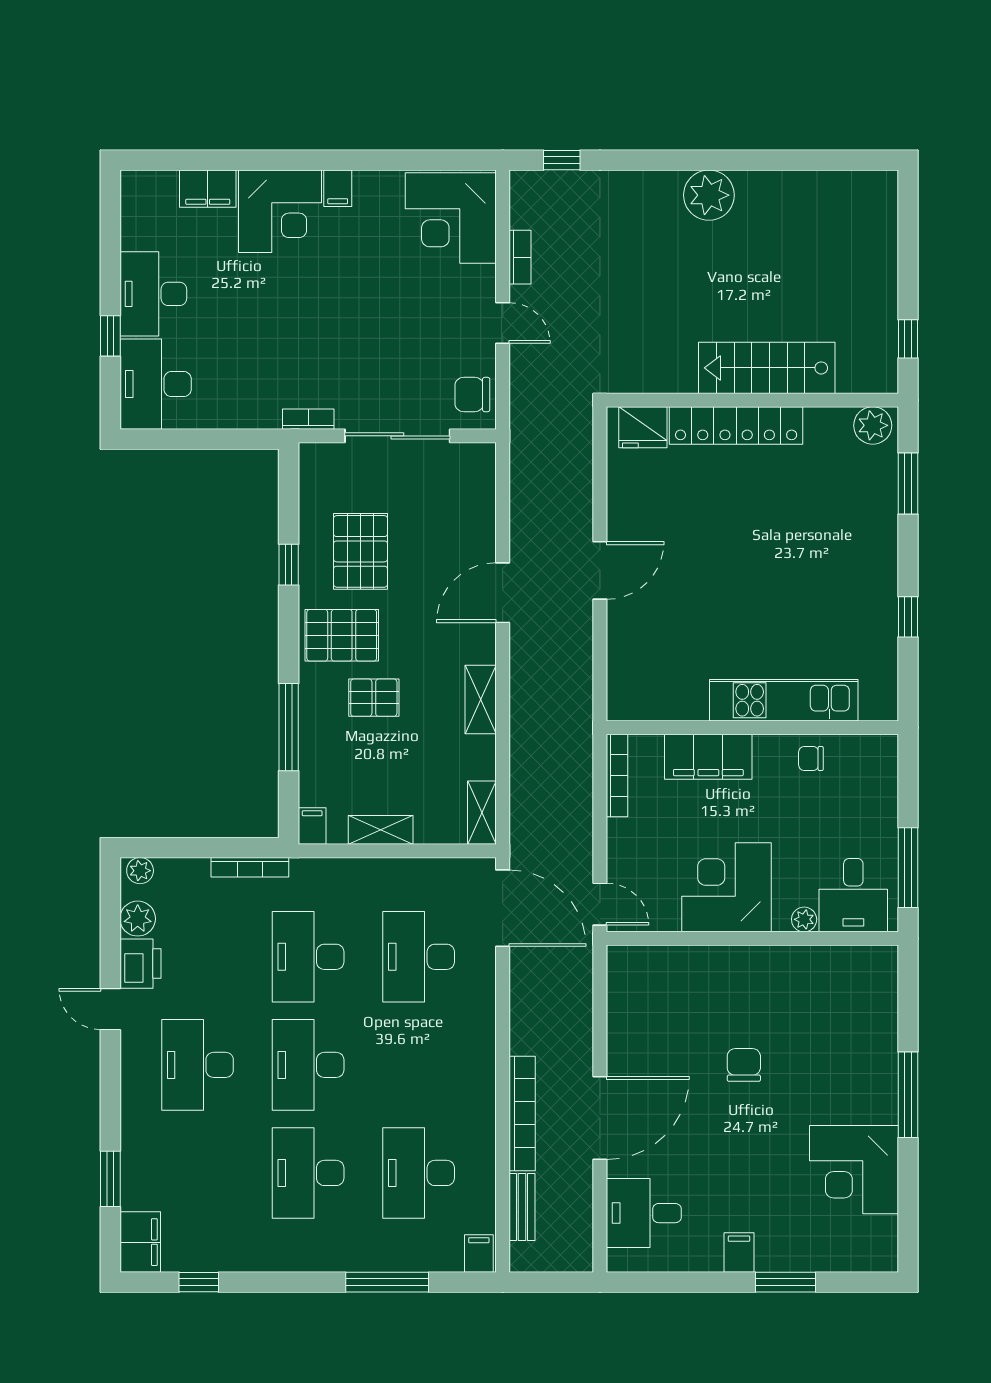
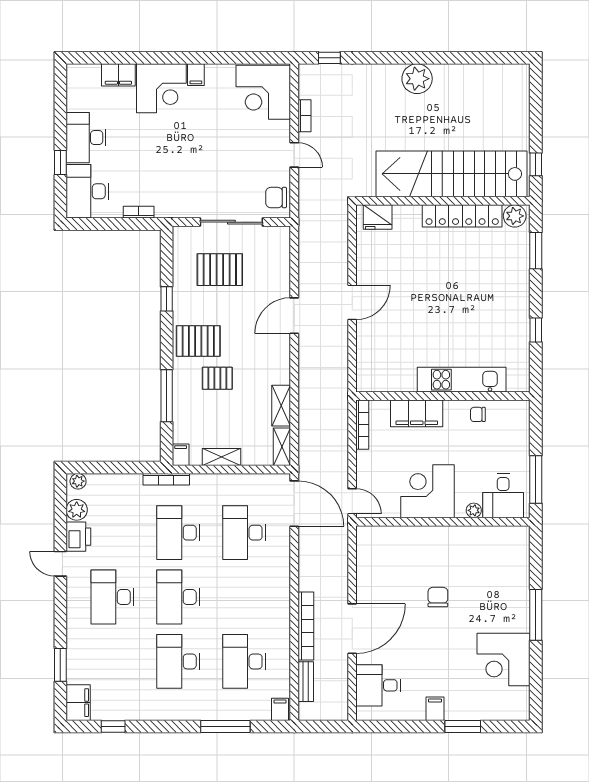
stairs: (767, 368) -> (452, 174), width x1.86, depth x1.51
bookcase: (308, 419) -> (139, 212), moved
locker: (736, 425) -> (462, 216), moved
pallet: (361, 551) -> (220, 270), moved, turned 90
shelving: (481, 699) -> (281, 406), moved
bookcase: (250, 867) -> (166, 479), moved

